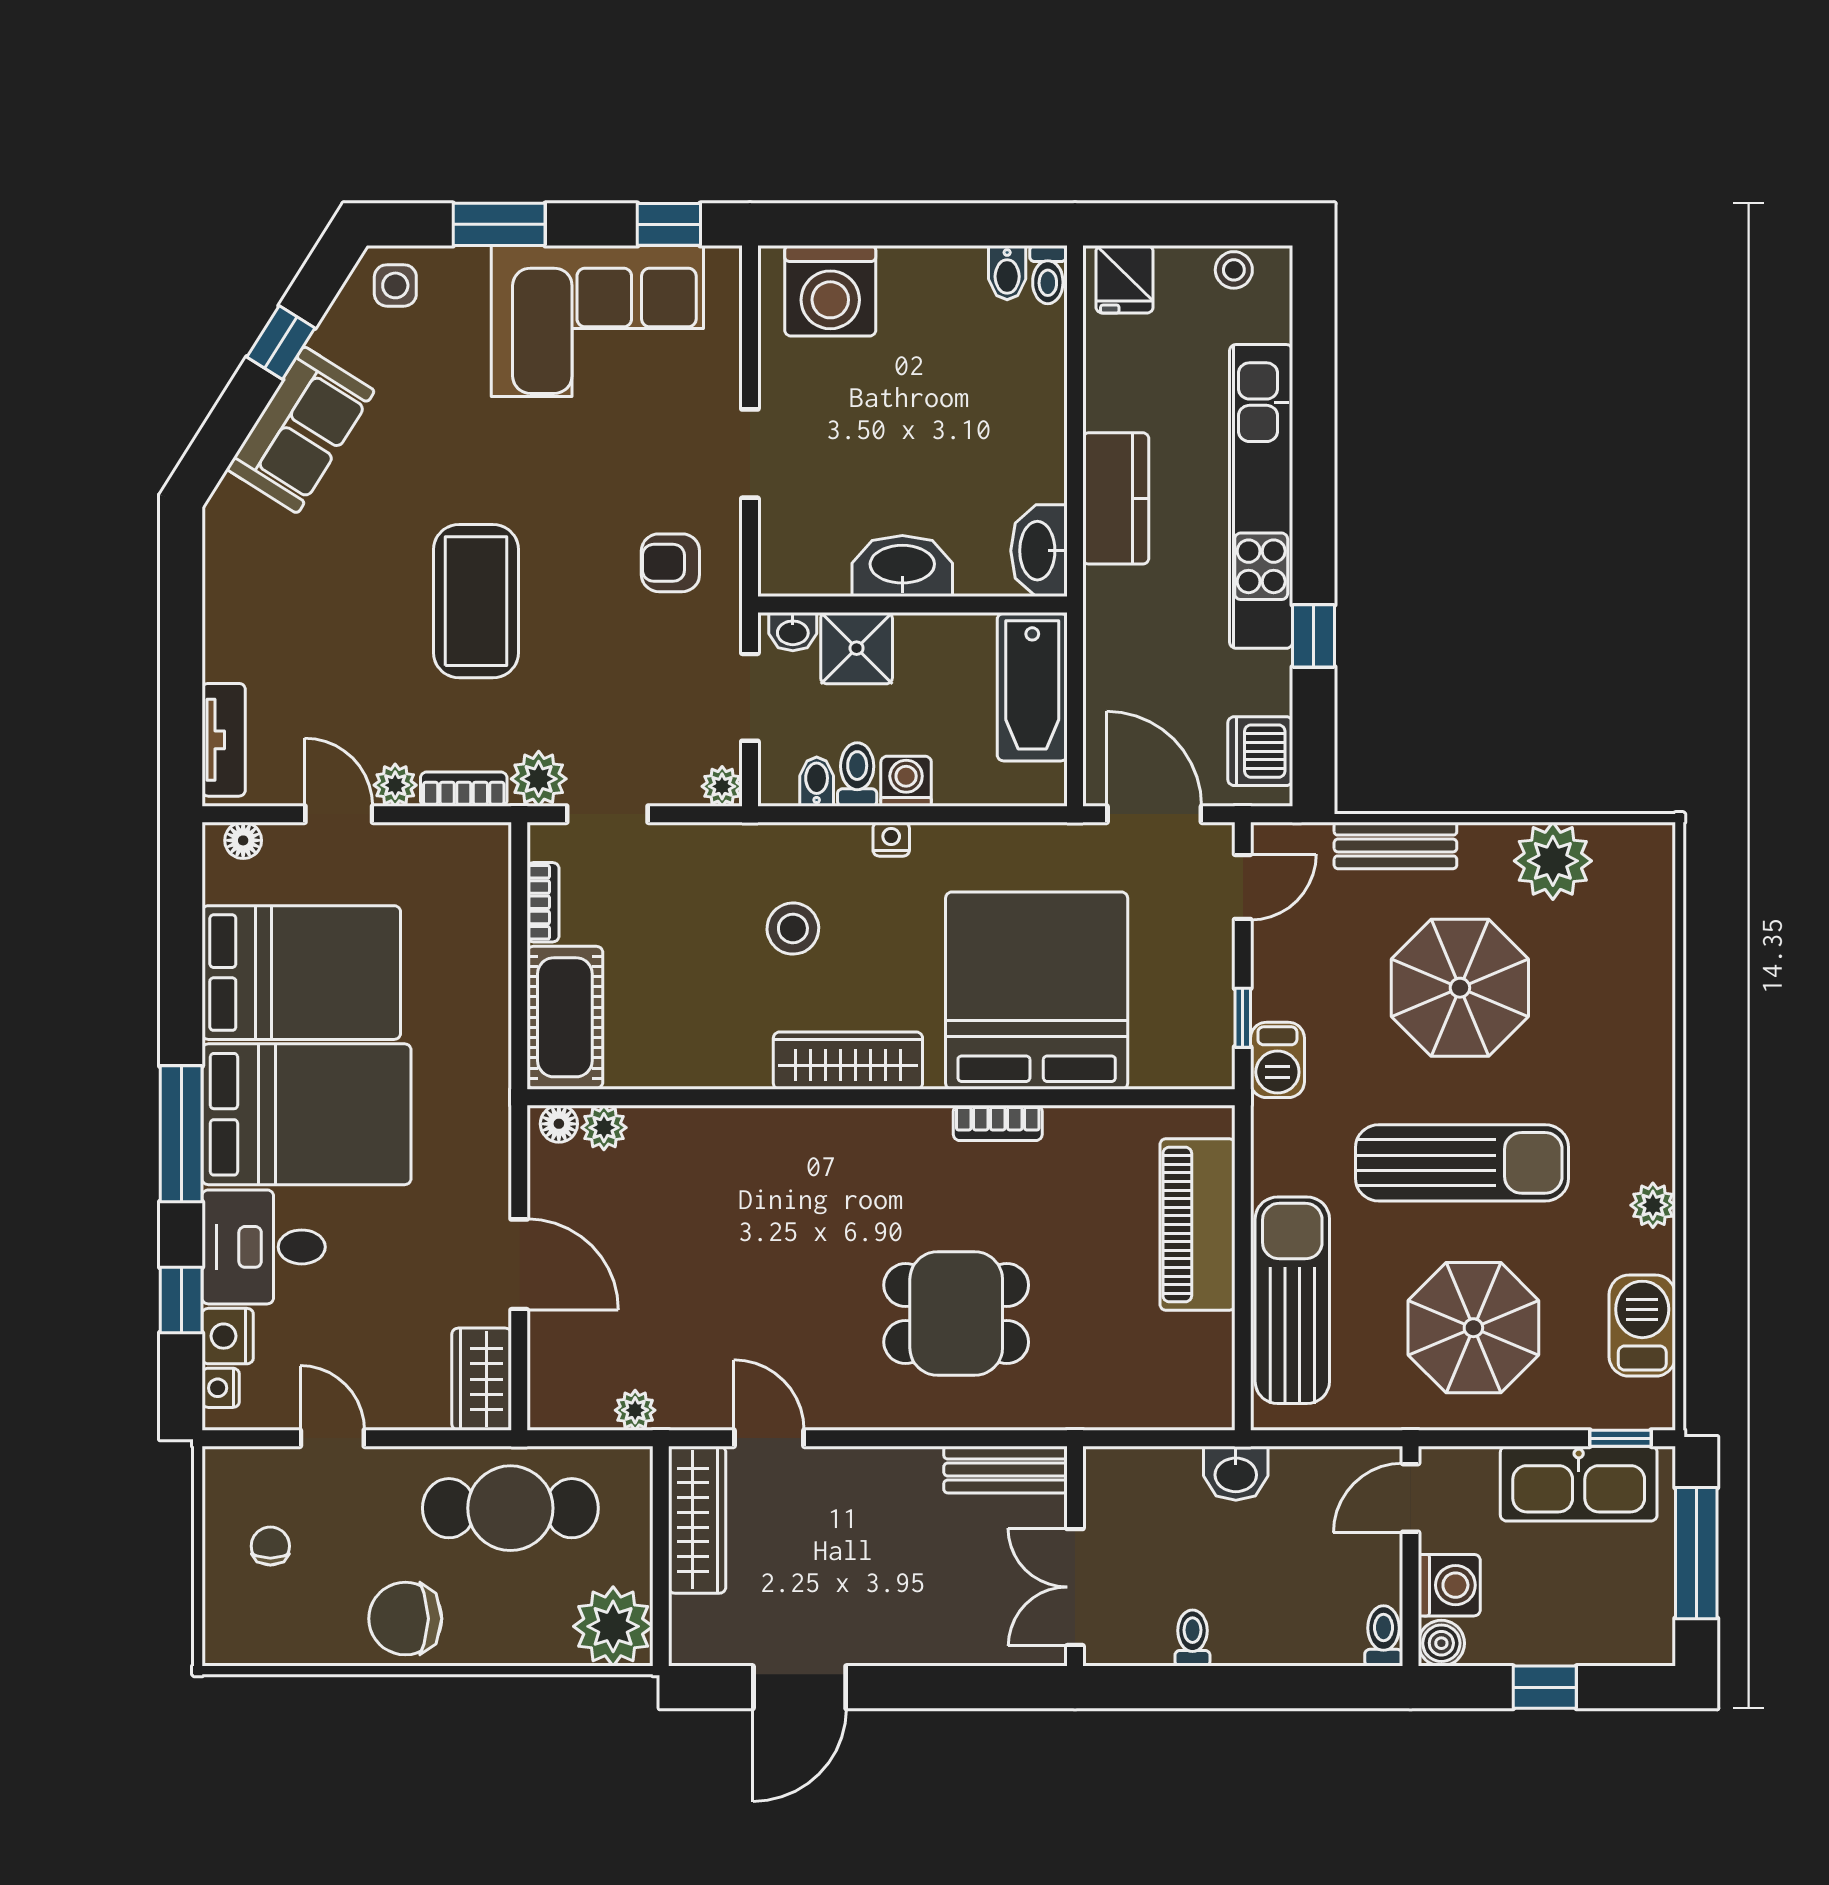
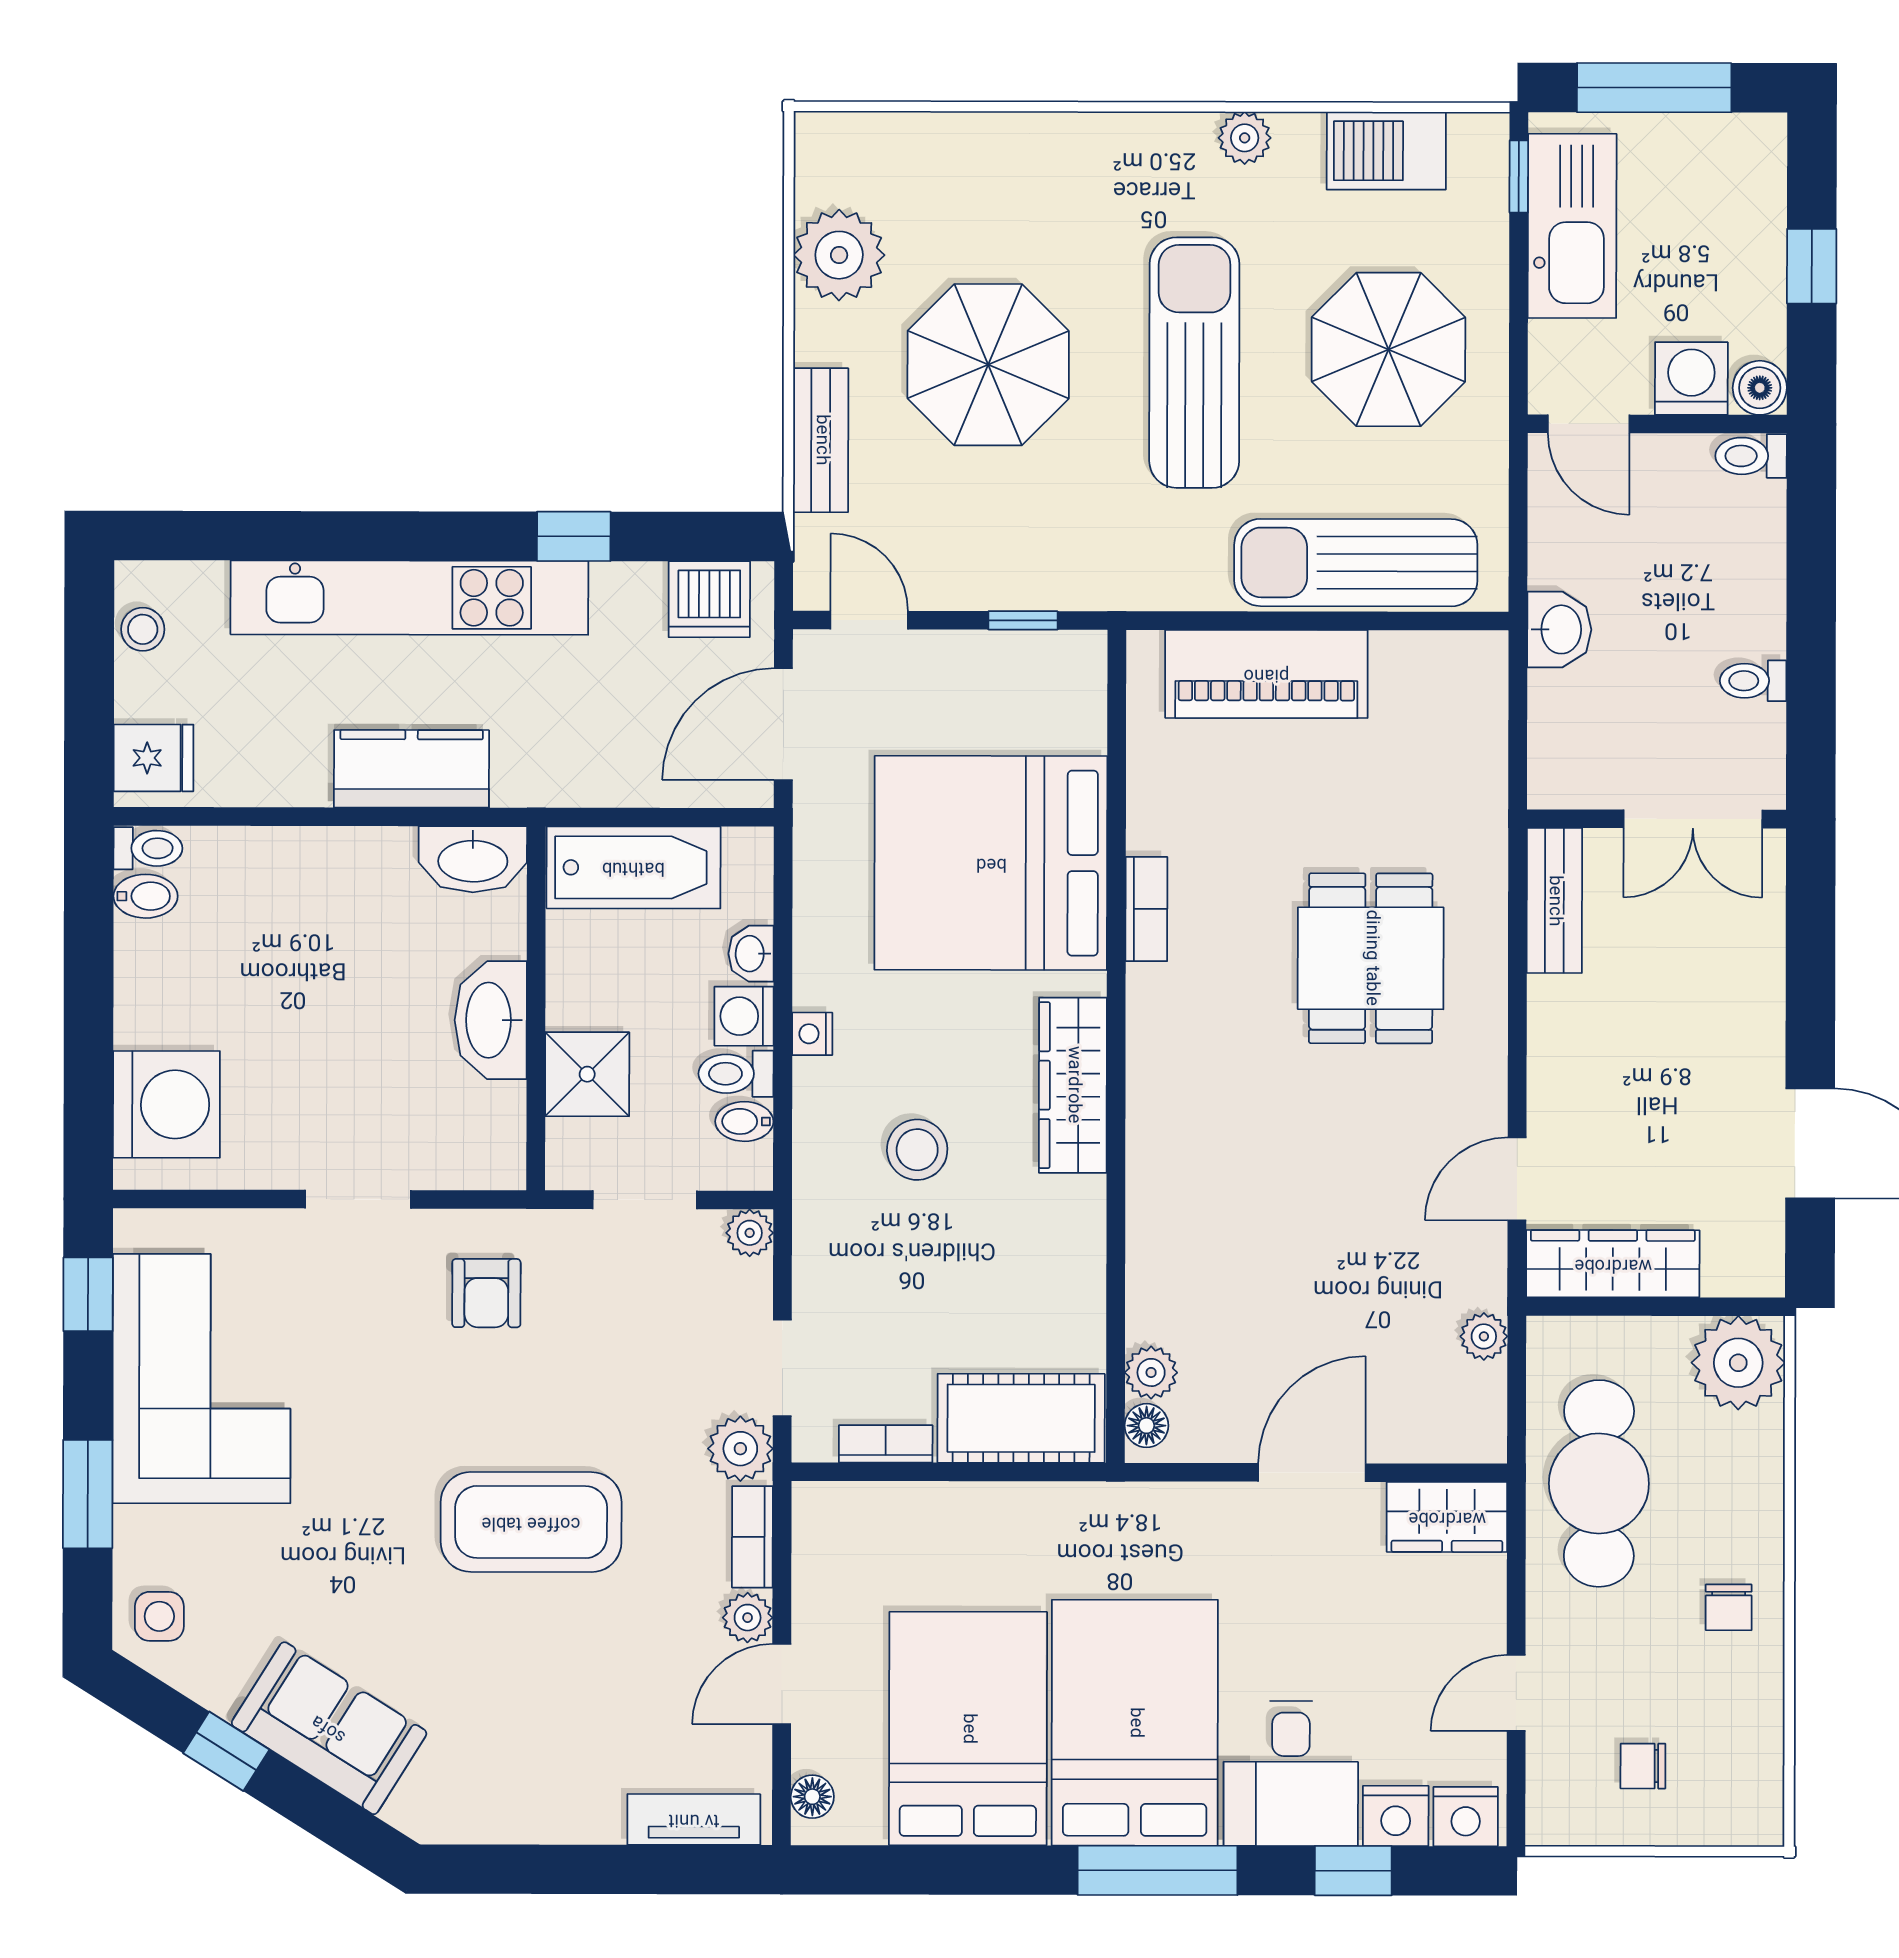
washbasin: (793, 632) -> (751, 954), moved, turned 180
barbecue: (1277, 1060) -> (1073, 580), removed
nightstand: (221, 1388) -> (1466, 1817), width x1.39, depth x1.35
chair: (405, 1619) -> (1729, 1607), width x0.54, depth x0.54

